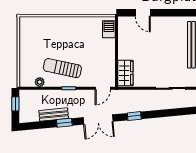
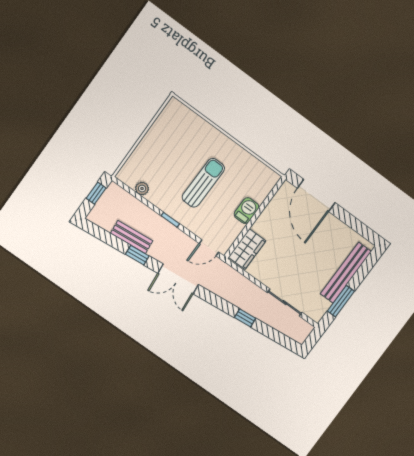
door: (143, 13) -> (316, 195), width x1.88
barbecue: (109, 29) -> (246, 211), moved
sun lounger: (62, 68) -> (203, 183), moved, turned 79
window: (134, 116) -> (245, 318), moved

